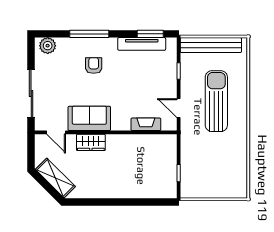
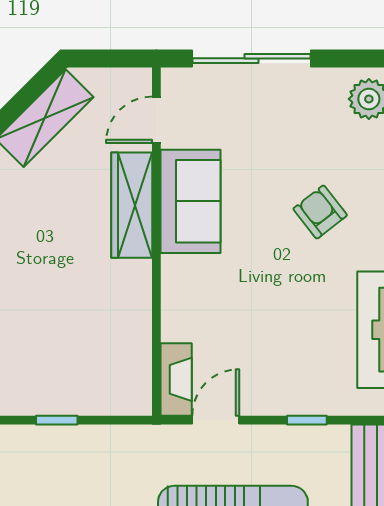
armchair: (94, 66) -> (320, 212), turned -128
fireplace: (146, 124) -> (176, 379), moved
wardrobe: (91, 142) -> (132, 205), width x1.50

